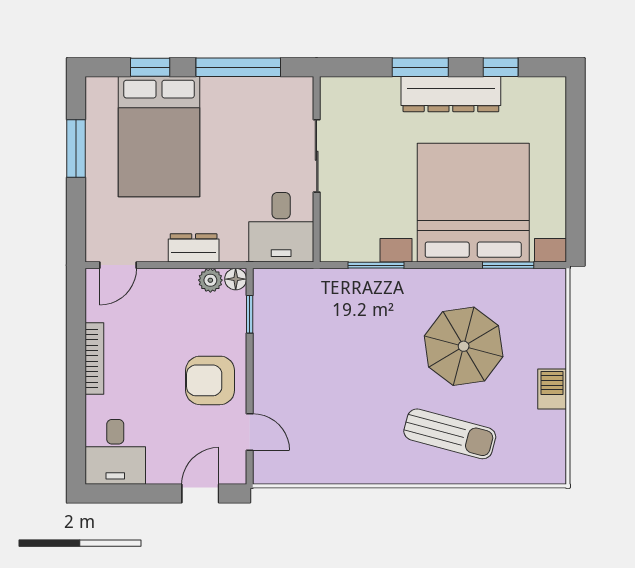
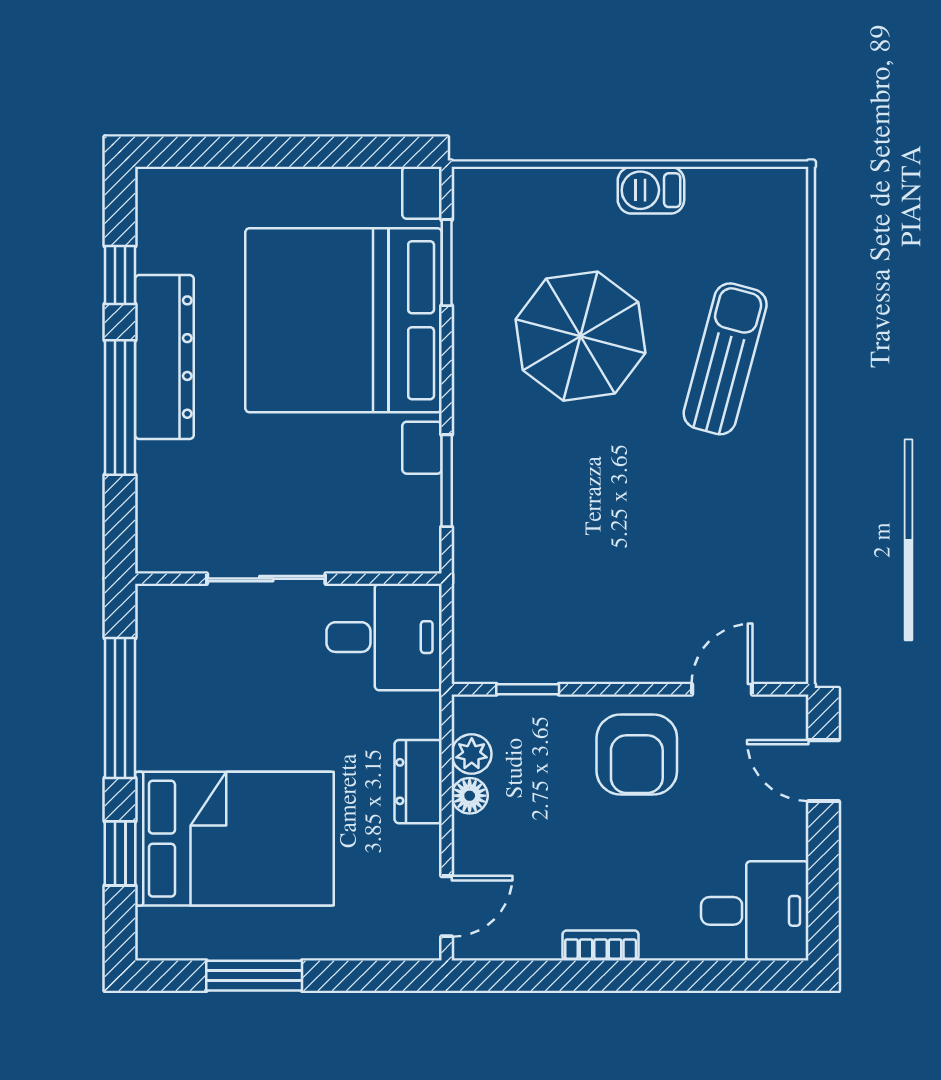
window: (420, 67) -> (120, 408), width x1.44
door: (118, 265) -> (447, 906), hinge flipped
floor lamp: (236, 279) -> (470, 796), moved
bookcase: (94, 358) -> (601, 945), width x0.64

